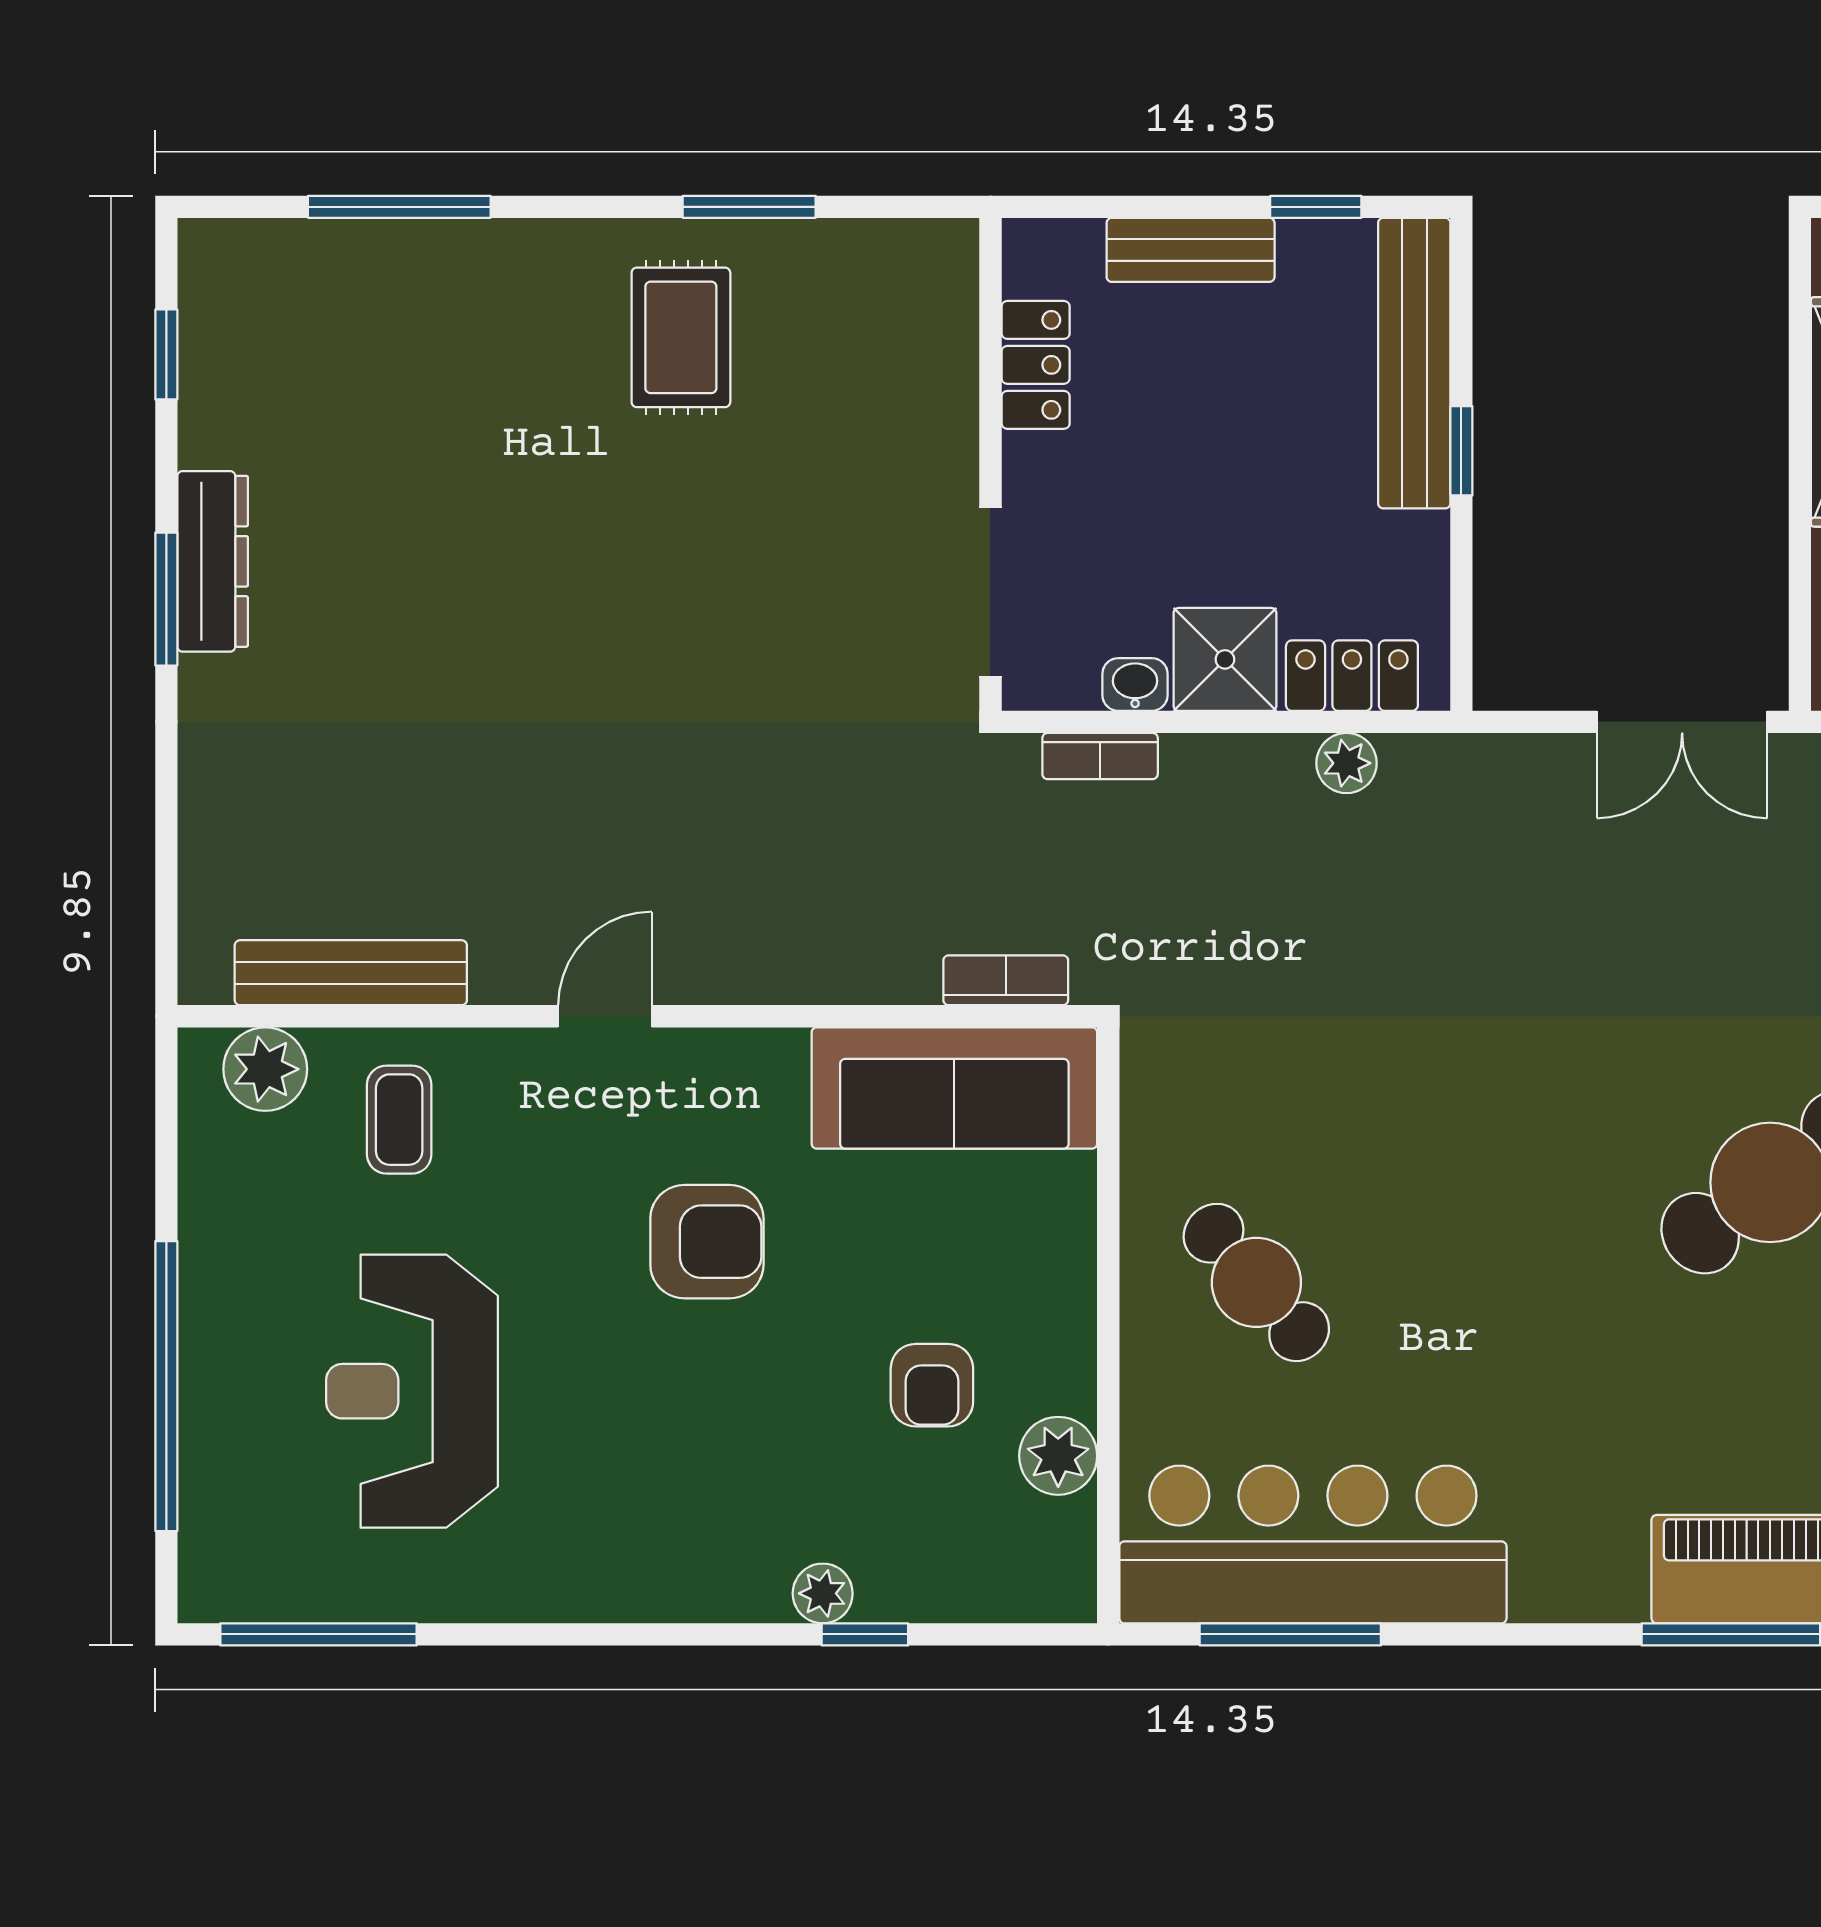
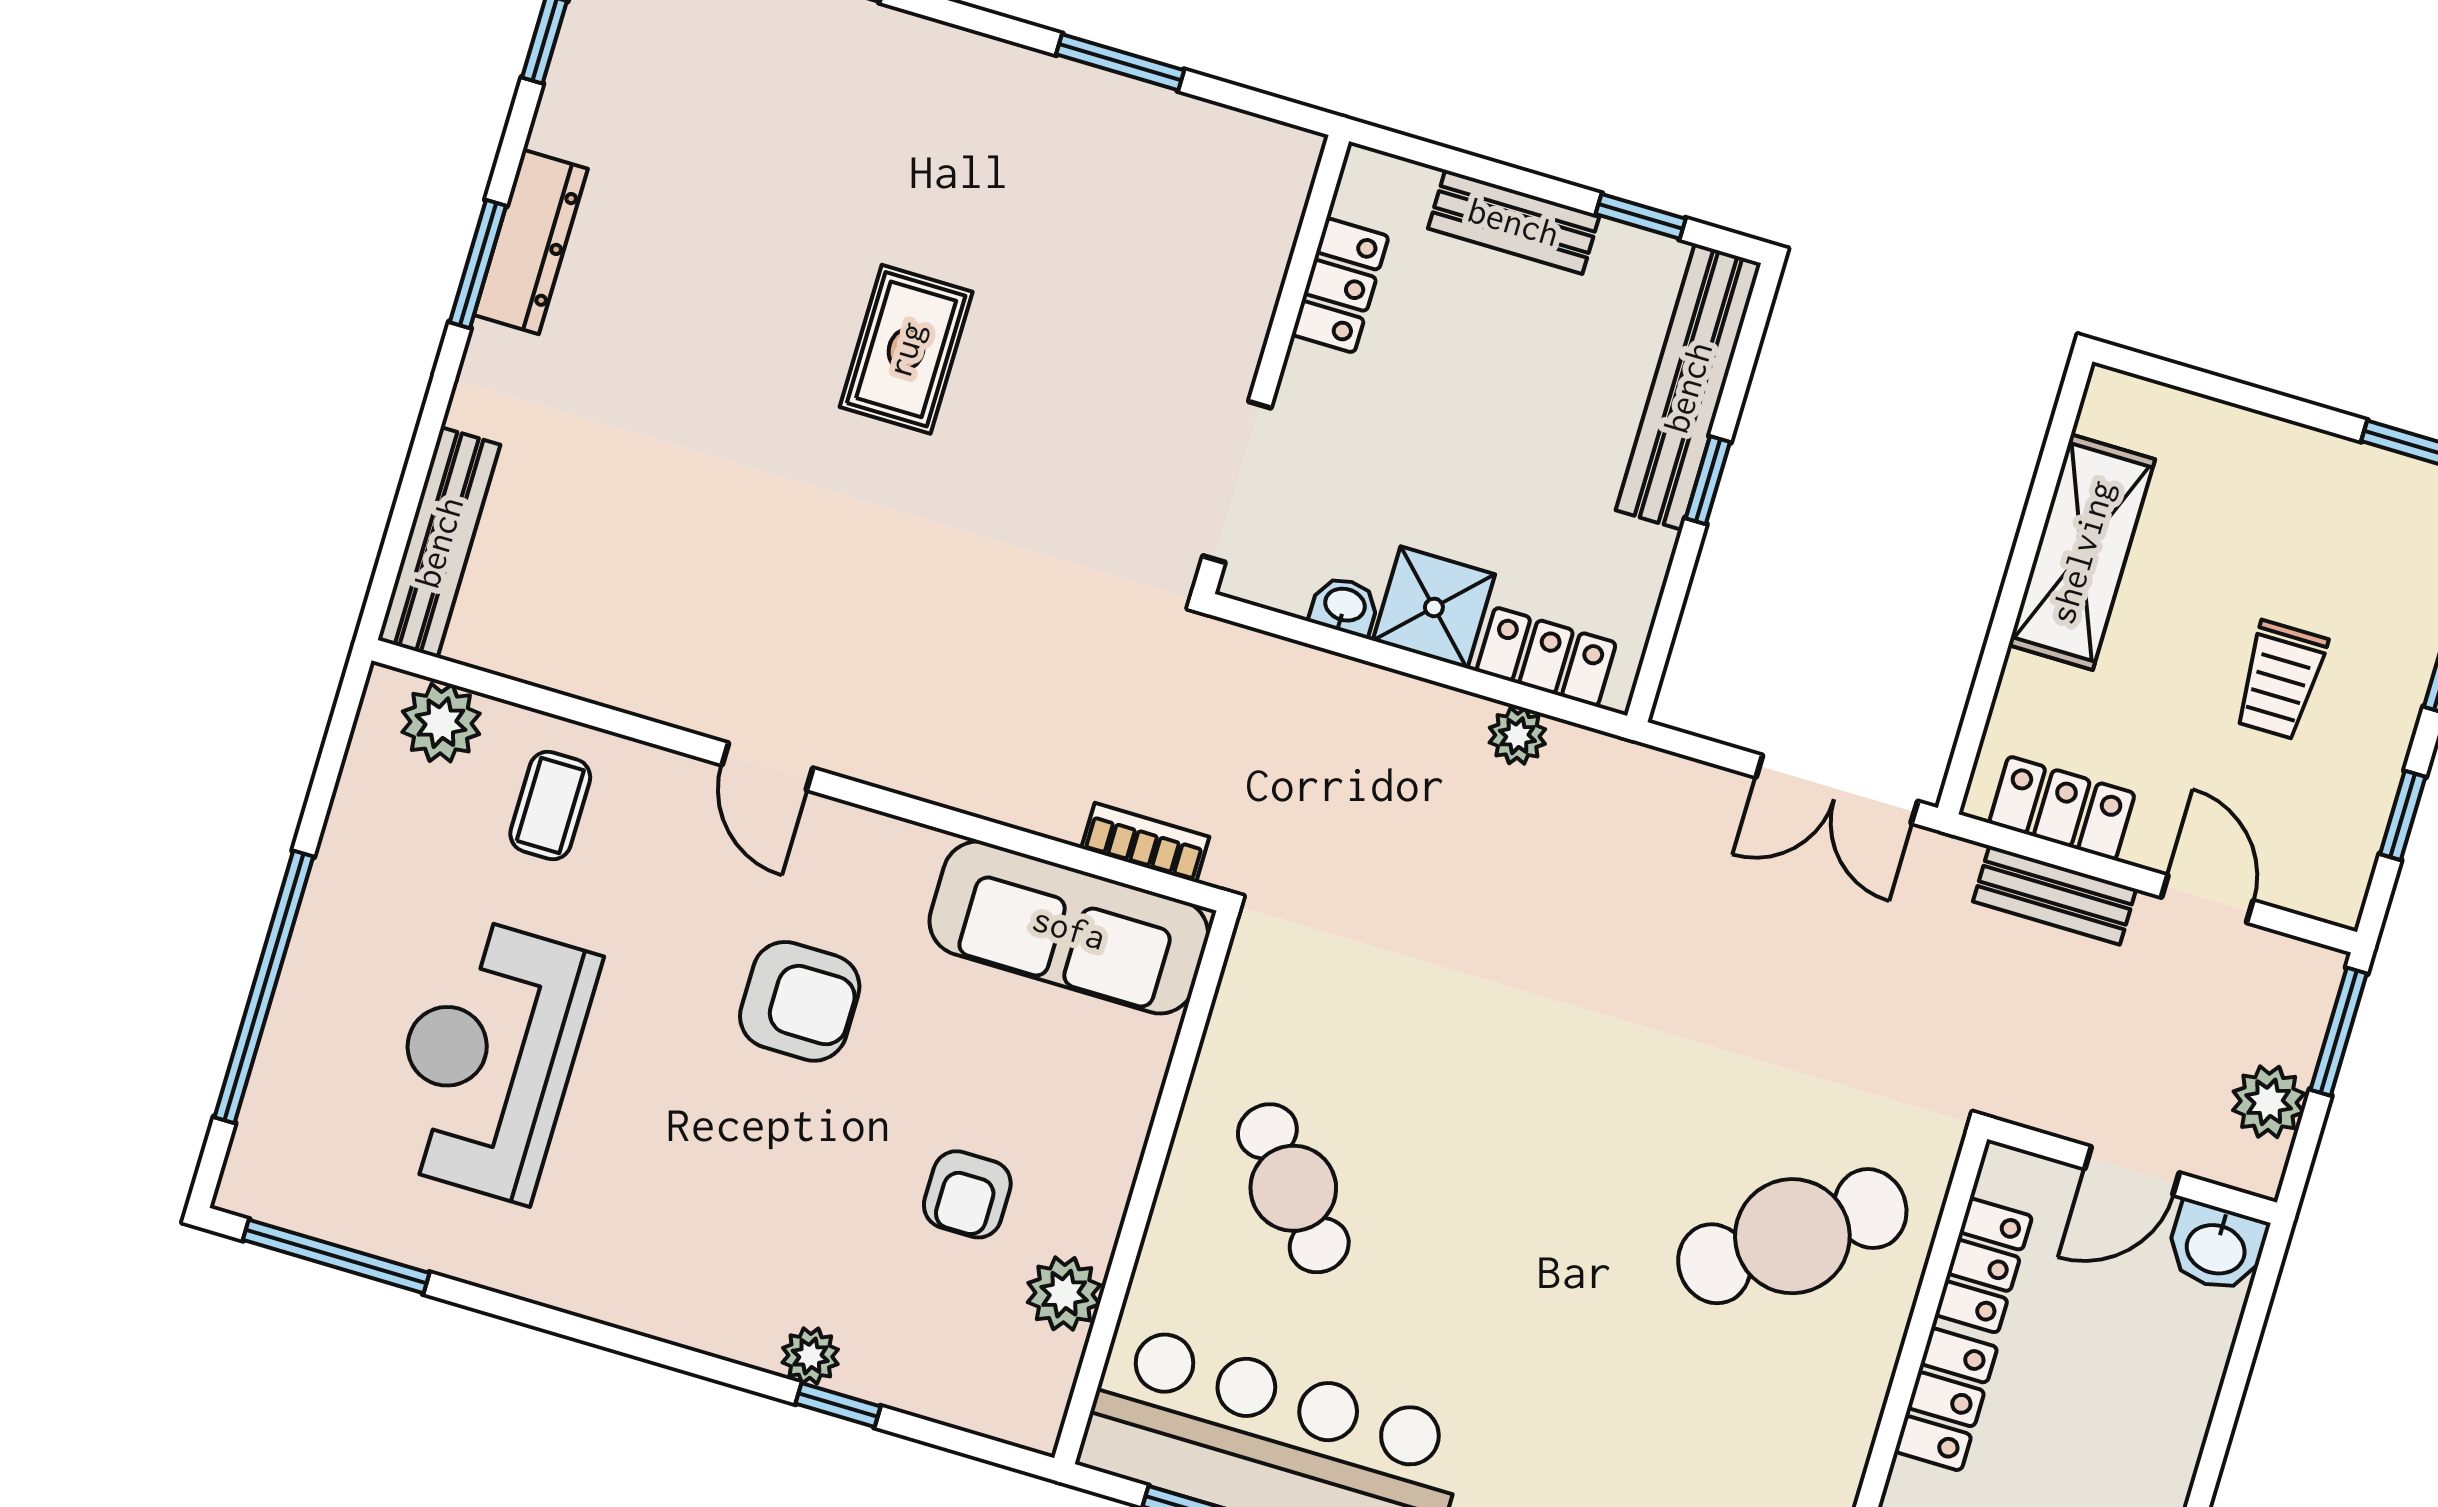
rug: (681, 337) -> (906, 349), moved
bookcase: (1100, 756) -> (1293, 662), removed
bench: (351, 973) -> (439, 542), moved, turned 90
door: (605, 1016) -> (767, 767), swing flipped

